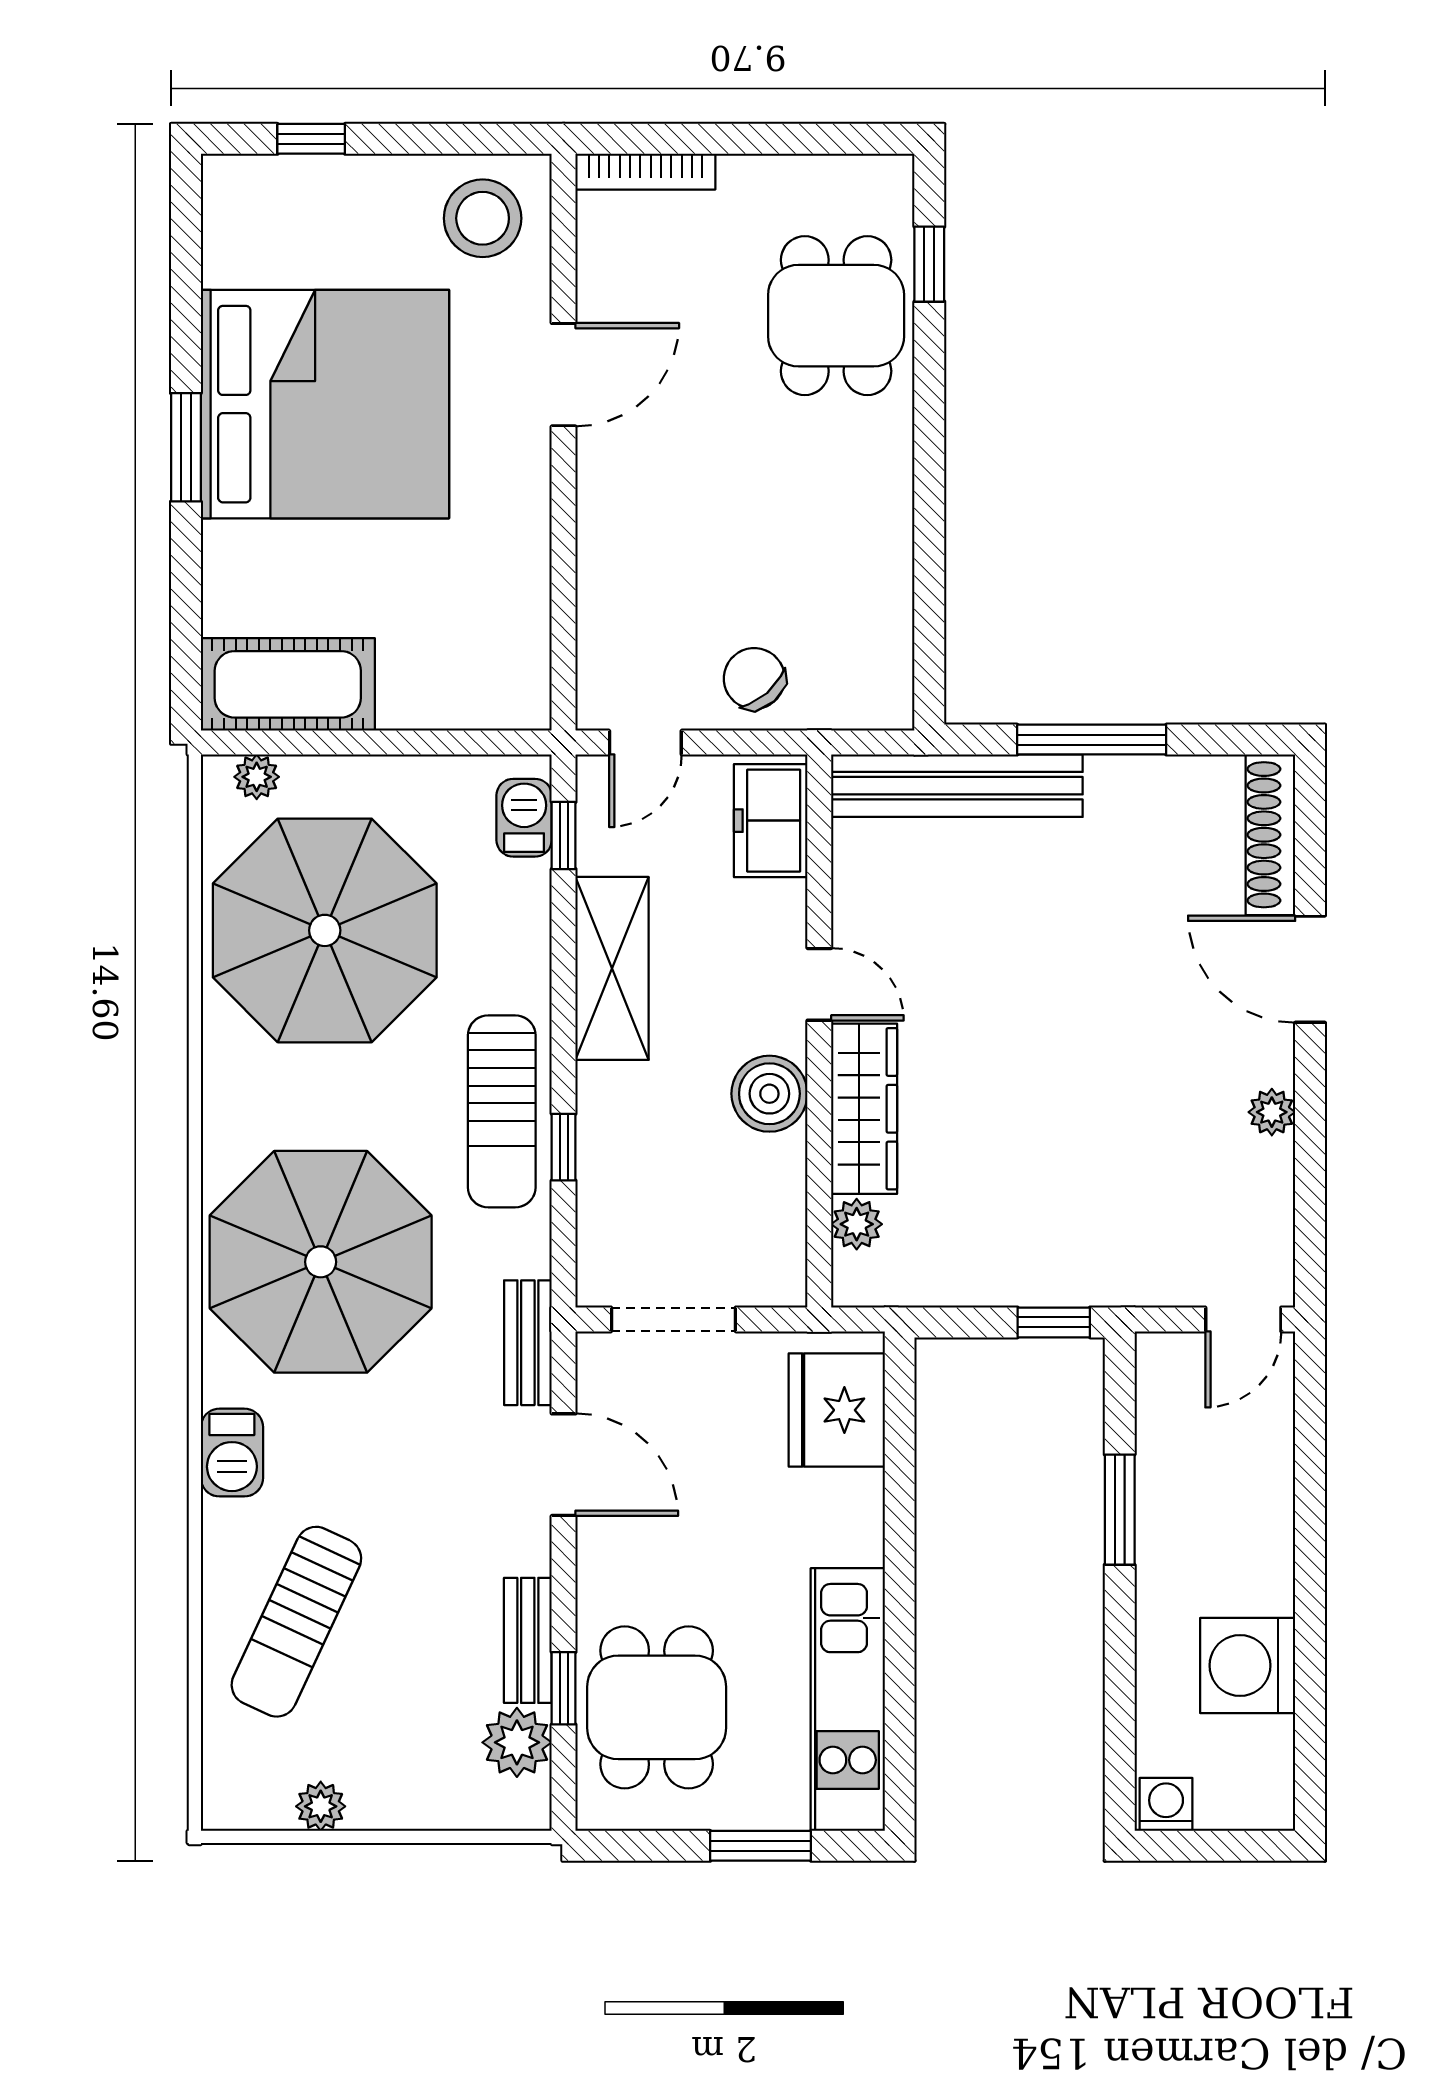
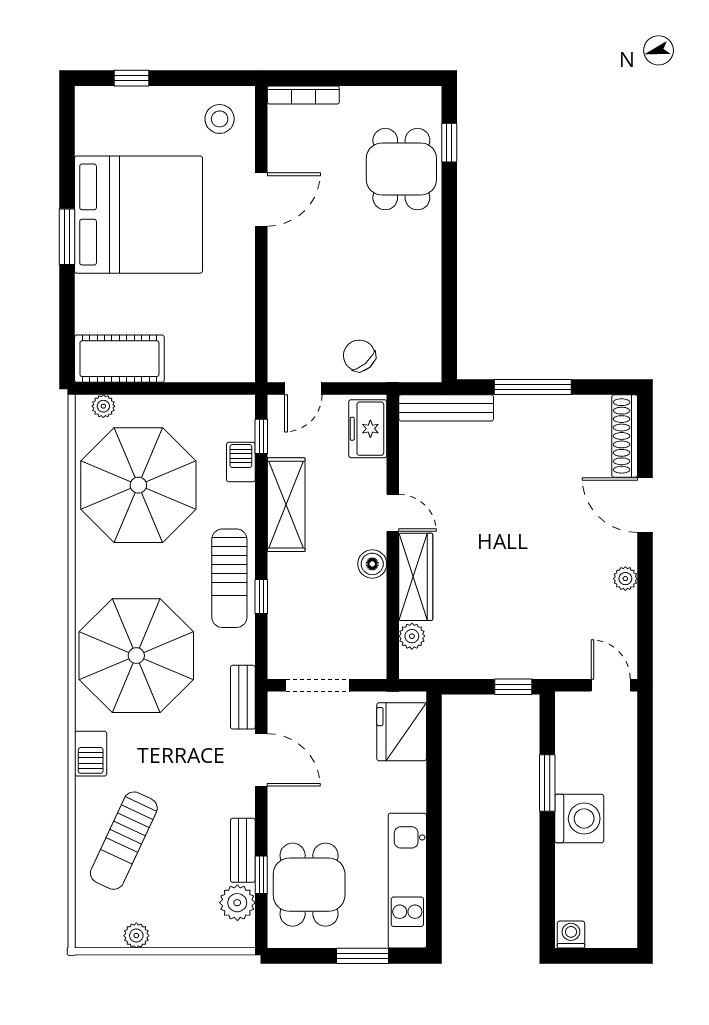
stool: (483, 218) -> (220, 119), width x0.73, depth x0.73
bench: (957, 786) -> (446, 408), width x0.73, depth x0.82
barbecue: (524, 818) -> (241, 462), moved
boiler: (769, 1094) -> (372, 564), width x0.73, depth x0.73
door: (1243, 1319) -> (611, 685), swing flipped
washing machine: (1248, 1665) -> (579, 819), moved, turned 180

